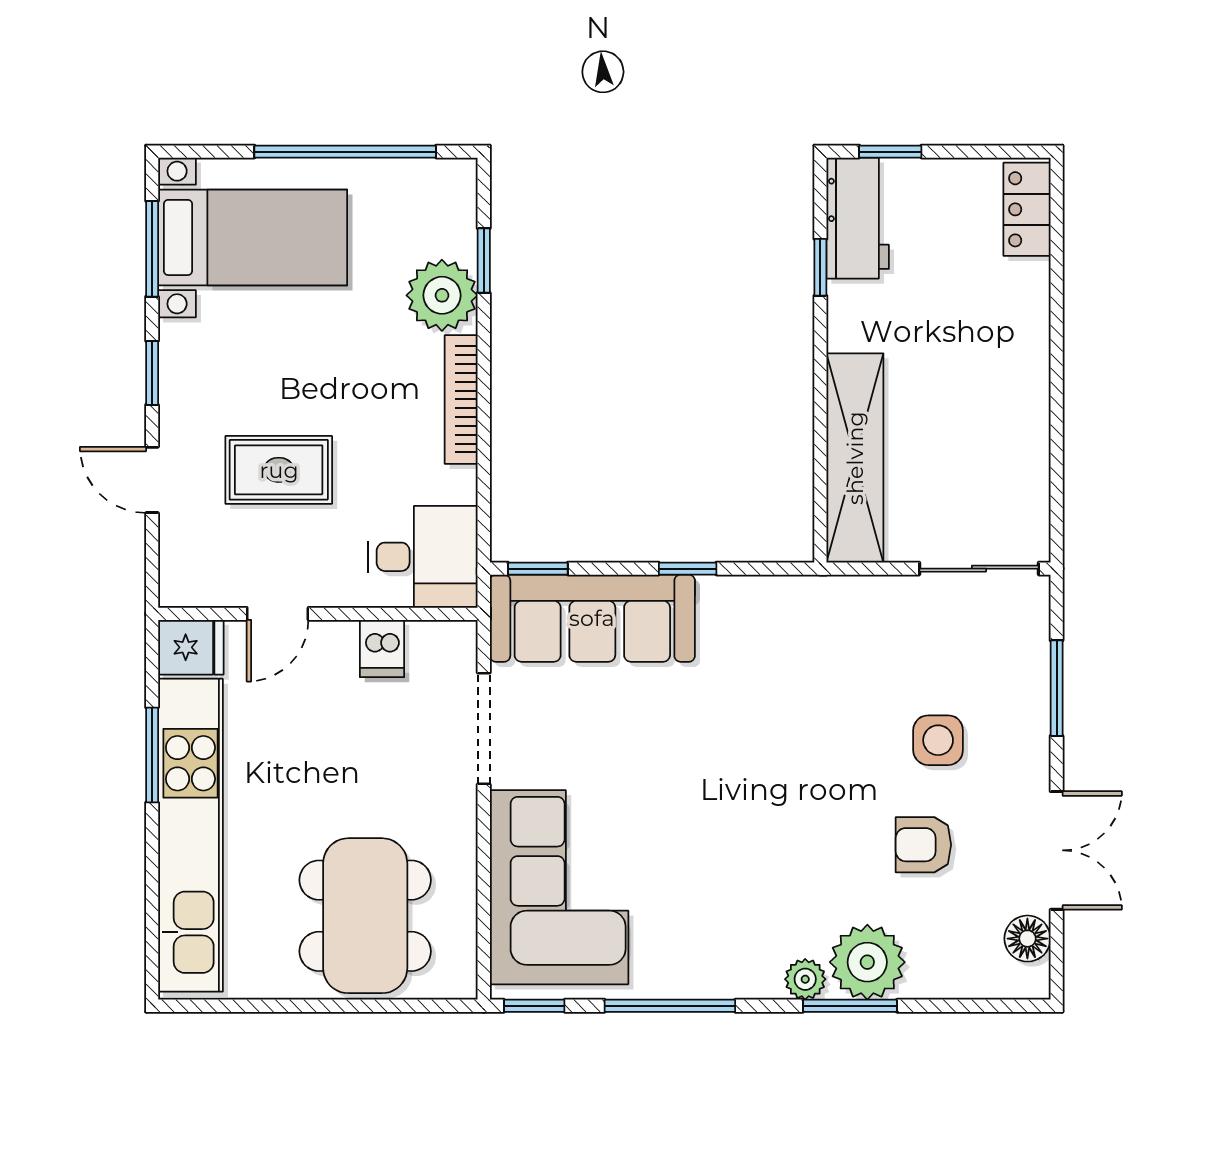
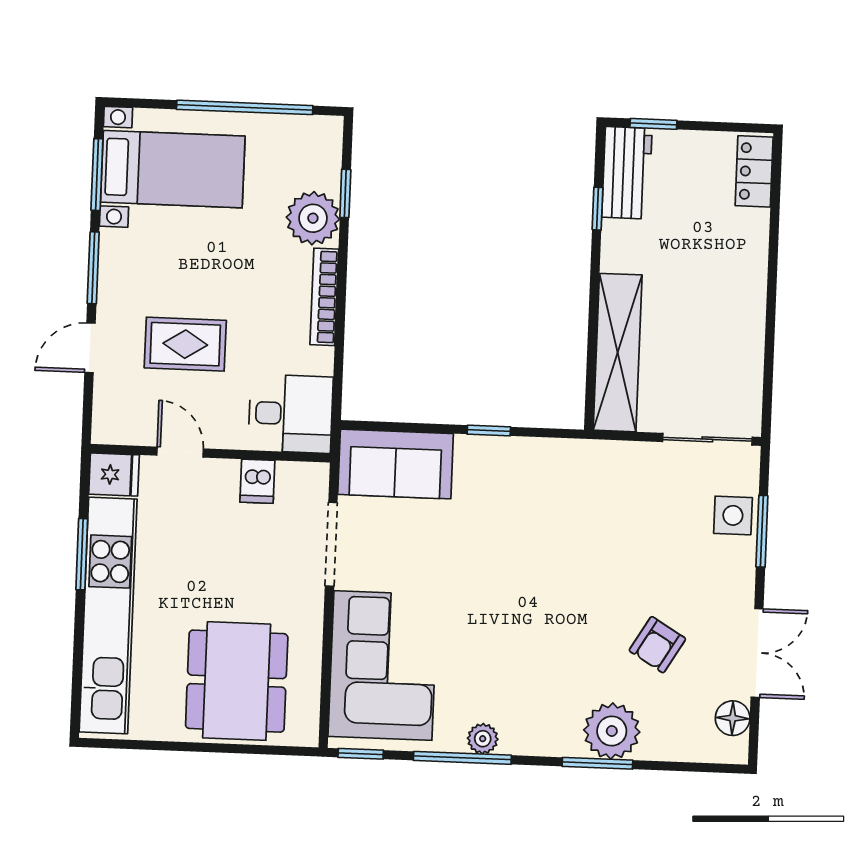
window: (152, 373) -> (93, 268), width x1.50
door: (152, 480) -> (90, 348), hinge flipped
window: (538, 569) -> (377, 426), removed
door: (278, 614) -> (180, 452), swing flipped
sofa: (592, 618) -> (396, 464), width x0.73
side table: (938, 740) -> (733, 515), moved
armchair: (923, 845) -> (657, 645), turned -59
plant: (805, 979) -> (483, 739), moved

